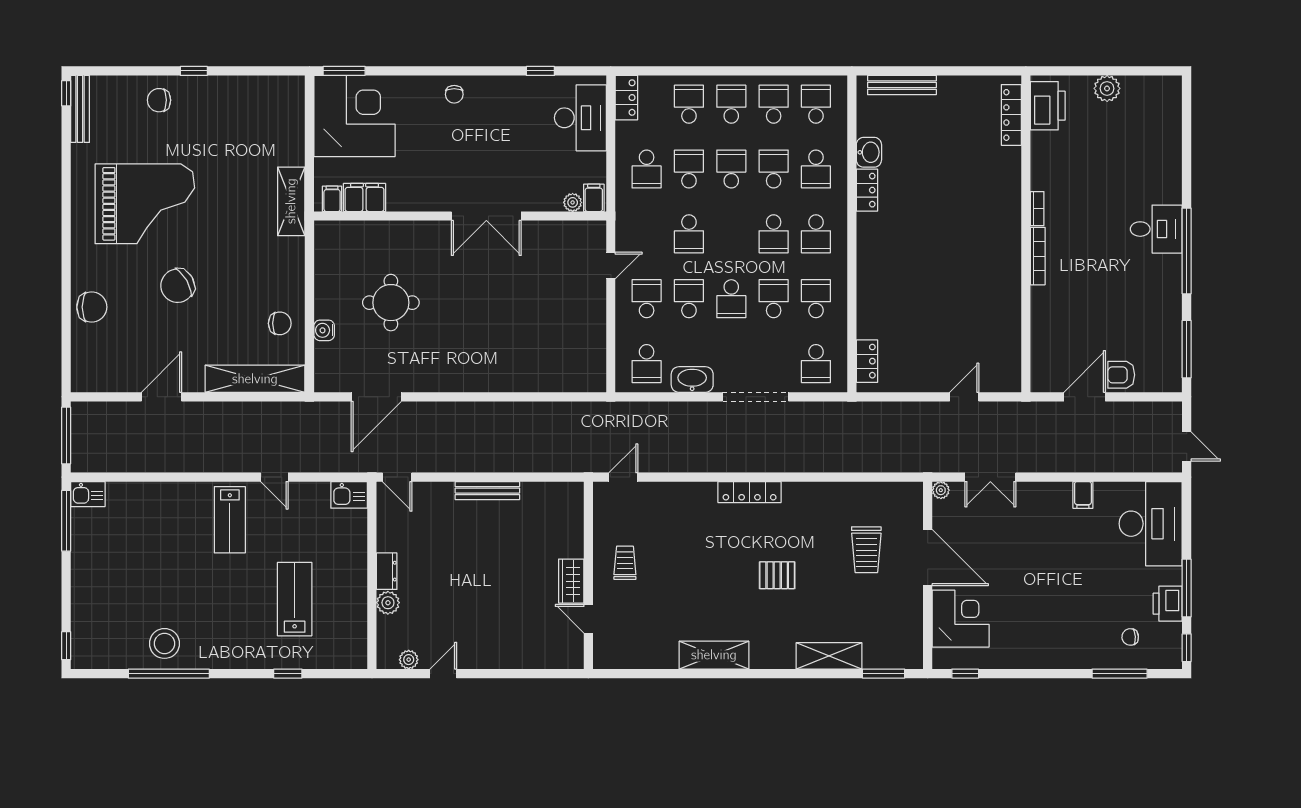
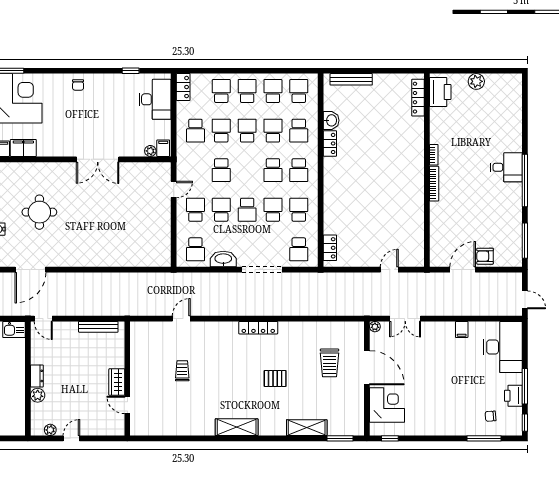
wall: (588, 575) -> (127, 379), moved
wardrobe: (571, 581) -> (117, 382), moved
door: (588, 619) -> (127, 405), moved

